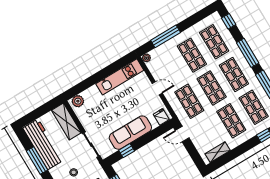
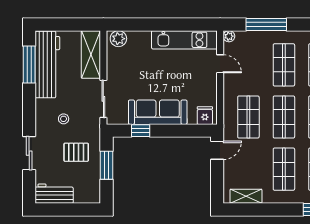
door: (157, 88) -> (220, 64), moved
door: (182, 134) -> (217, 150), swing flipped
window: (37, 161) -> (29, 65), moved

